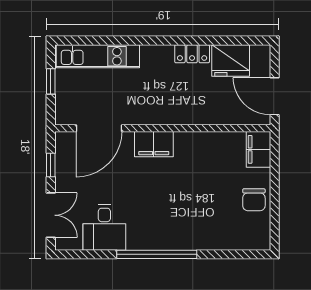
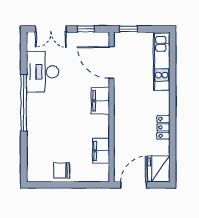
fridge: (231, 60) -> (159, 168), moved
window: (51, 81) -> (128, 29), moved
filing cabinet: (259, 149) -> (101, 151), moved, turned -90
desk: (104, 227) -> (42, 72), width x1.37

